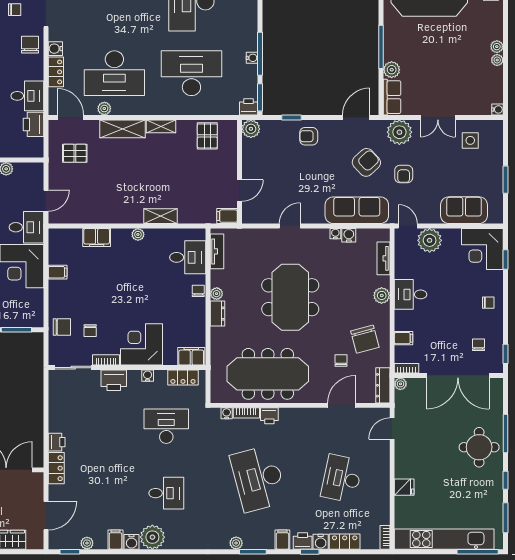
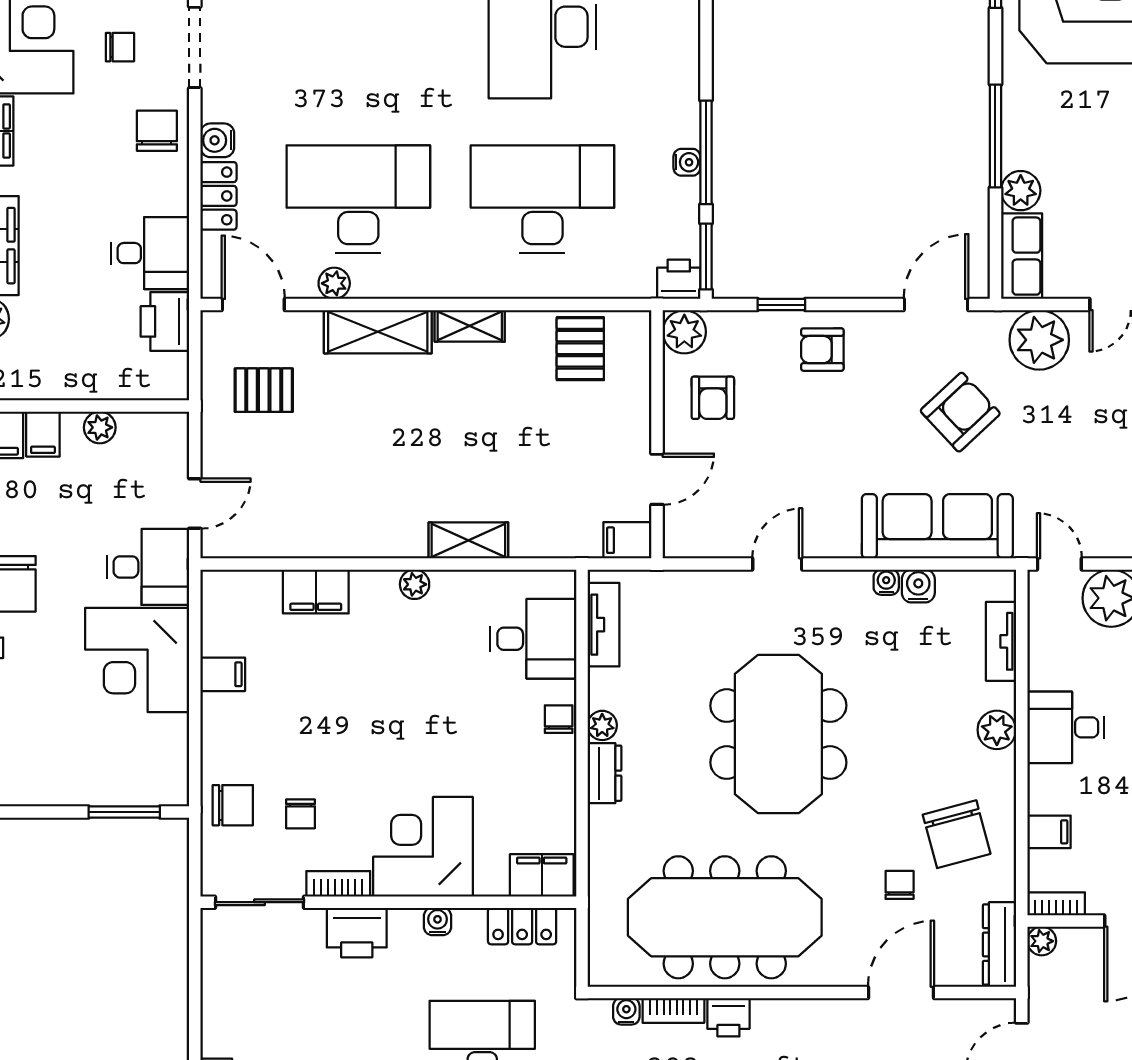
desk: (114, 73) -> (358, 199), turned 180
armchair: (404, 174) -> (713, 398), moved

